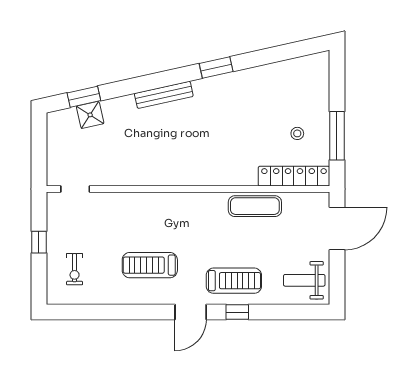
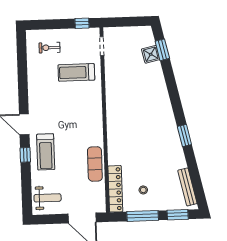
window: (337, 82) -> (178, 215), added
bench: (164, 95) -> (187, 187), moved
window: (39, 242) -> (82, 23), moved
treadmill: (150, 265) -> (76, 72), moved, turned -90
weight bench: (304, 280) -> (48, 198), turned 90

